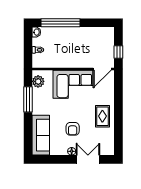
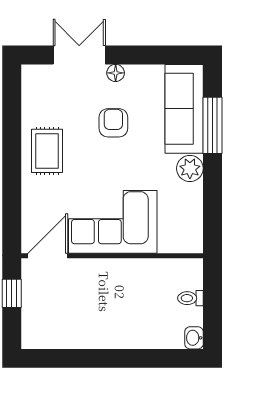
window: (61, 23) -> (140, 358), removed
plant: (38, 81) -> (190, 168), moved
window: (28, 99) -> (212, 125), moved
double door: (88, 159) -> (79, 55), swing flipped

